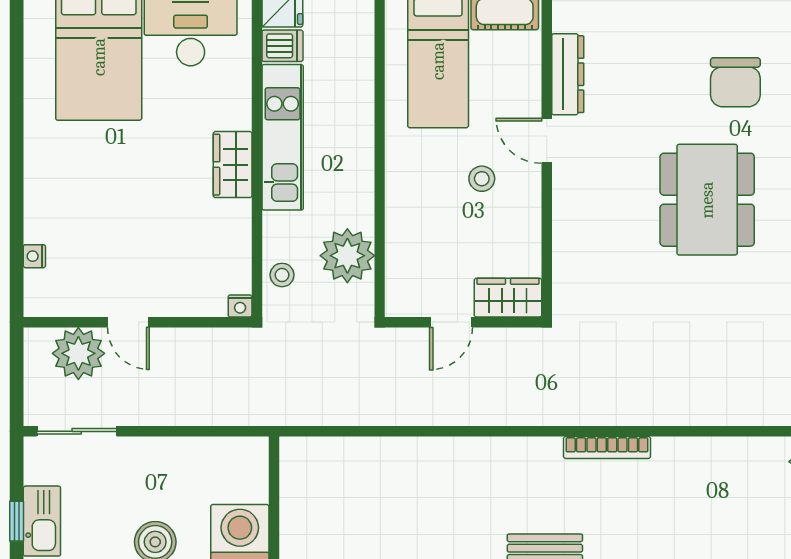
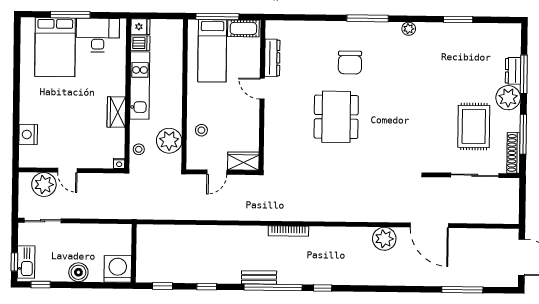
wardrobe: (233, 165) -> (116, 112), moved
stool: (482, 179) -> (201, 130), moved
nightstand: (34, 256) -> (28, 134), width x1.89, depth x1.79

